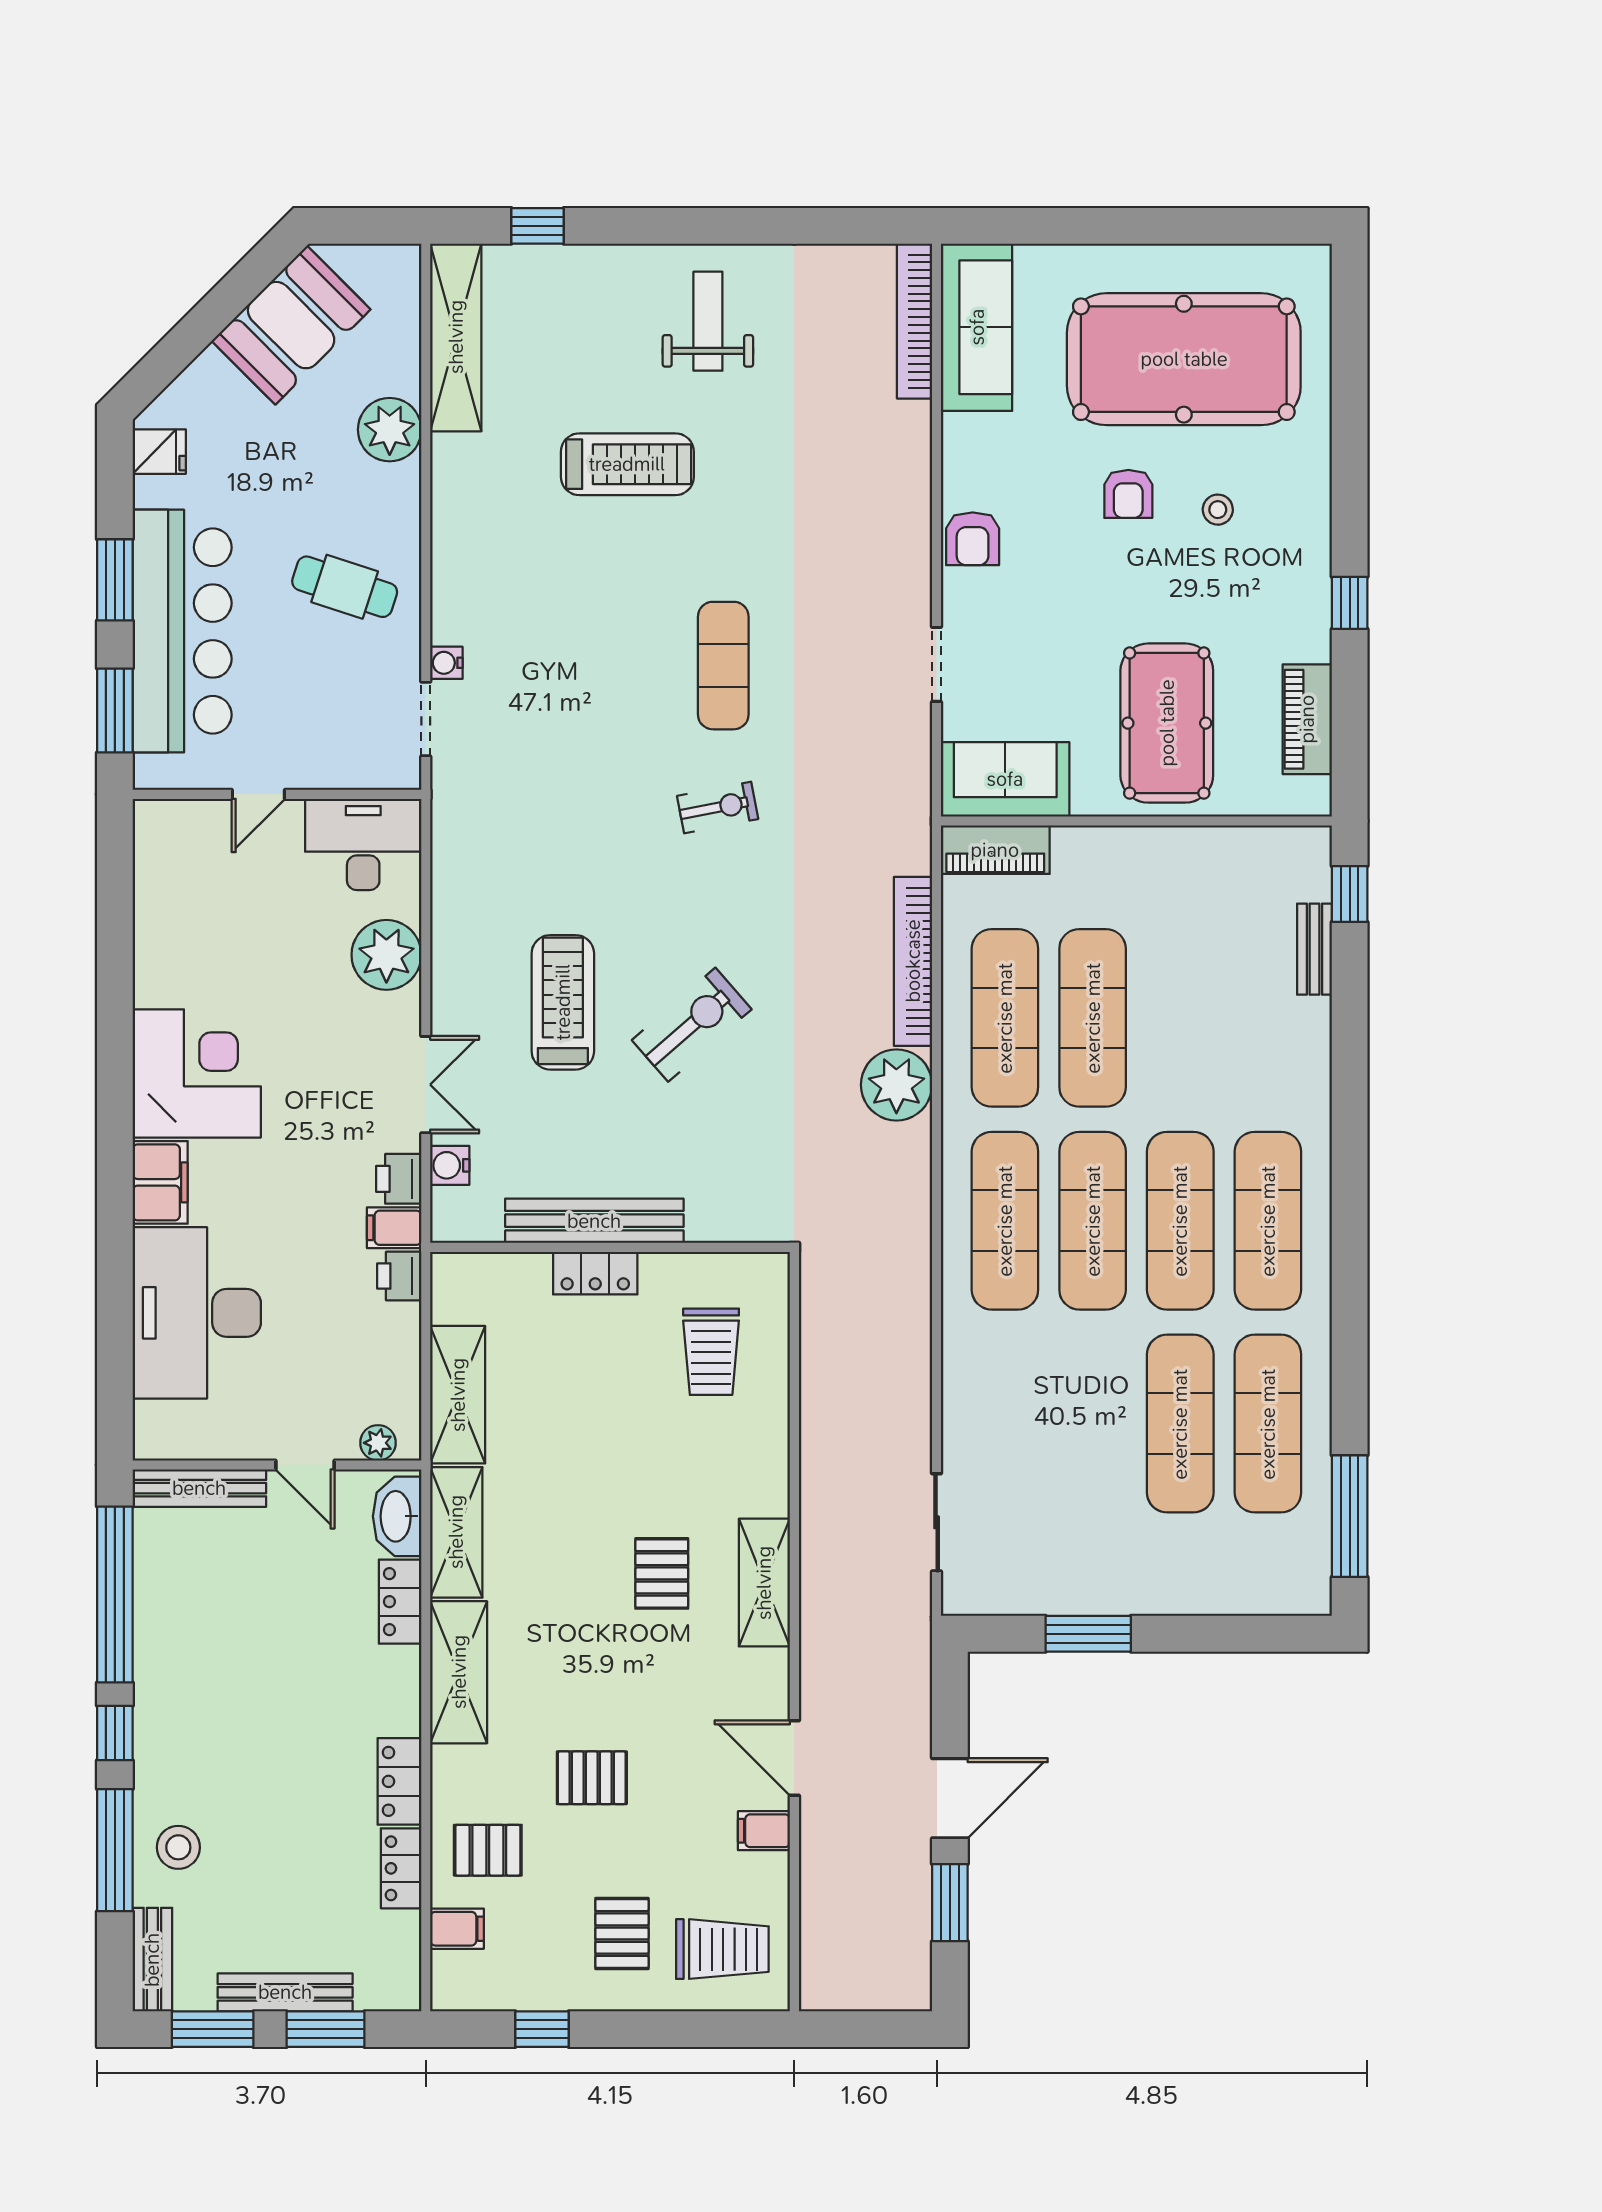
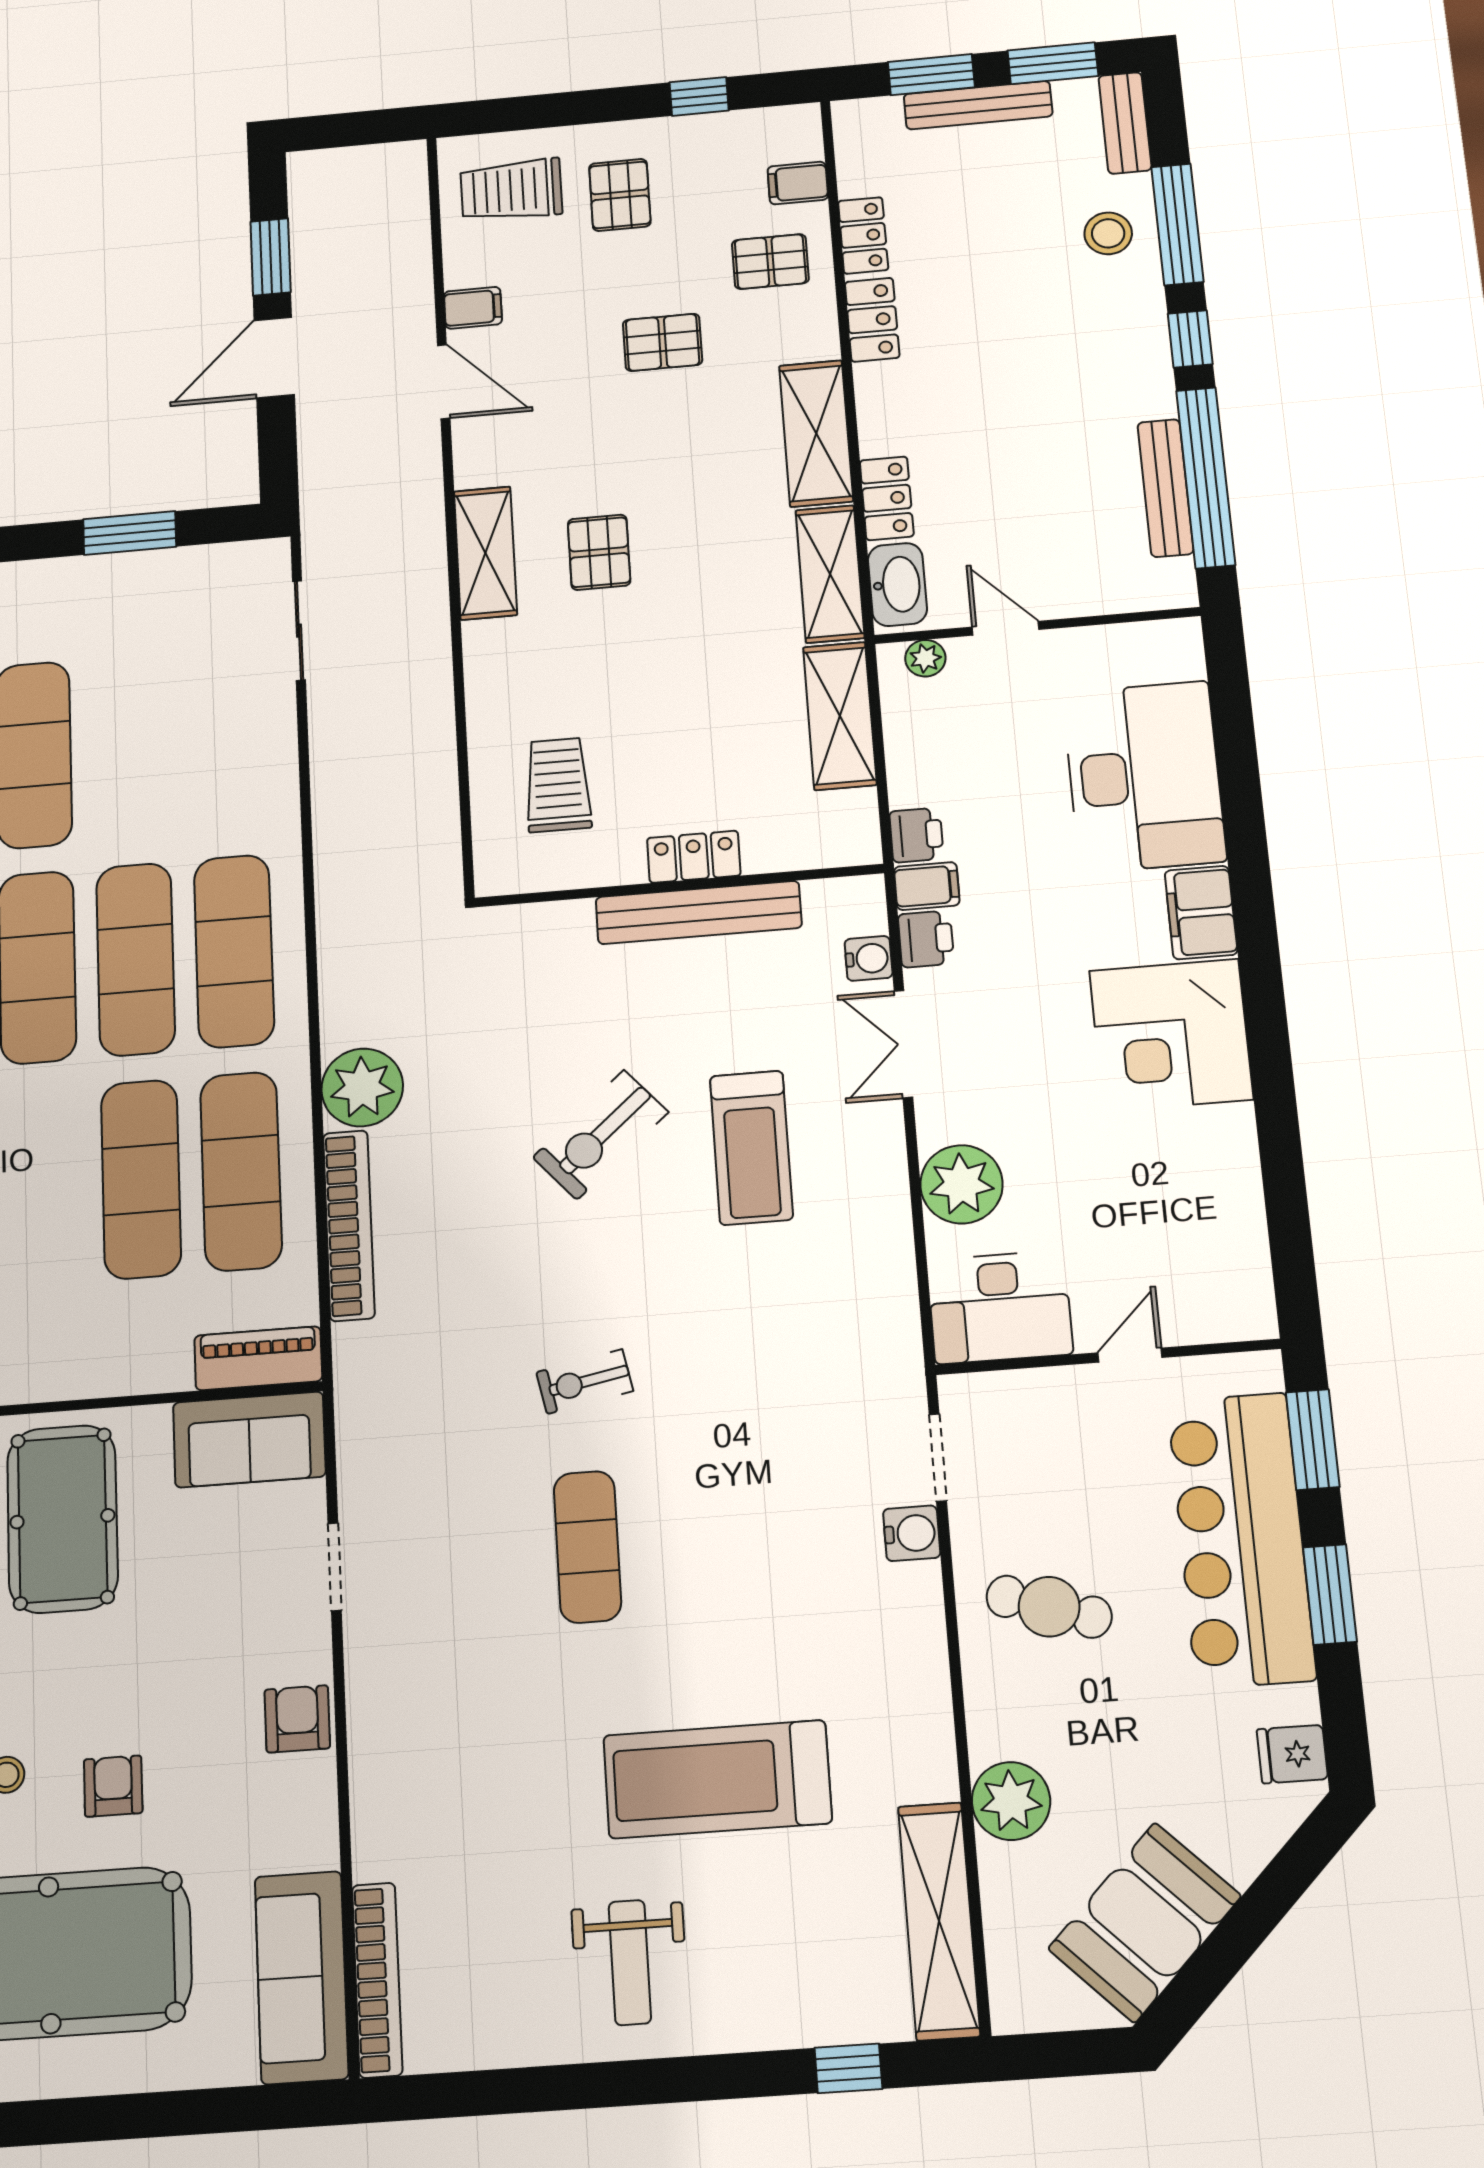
treadmill: (627, 464) -> (717, 1779), width x1.37, depth x1.38
water cooler: (446, 663) -> (912, 1533), width x1.38, depth x1.38
bench: (199, 1488) -> (1165, 488), moved, turned 90

